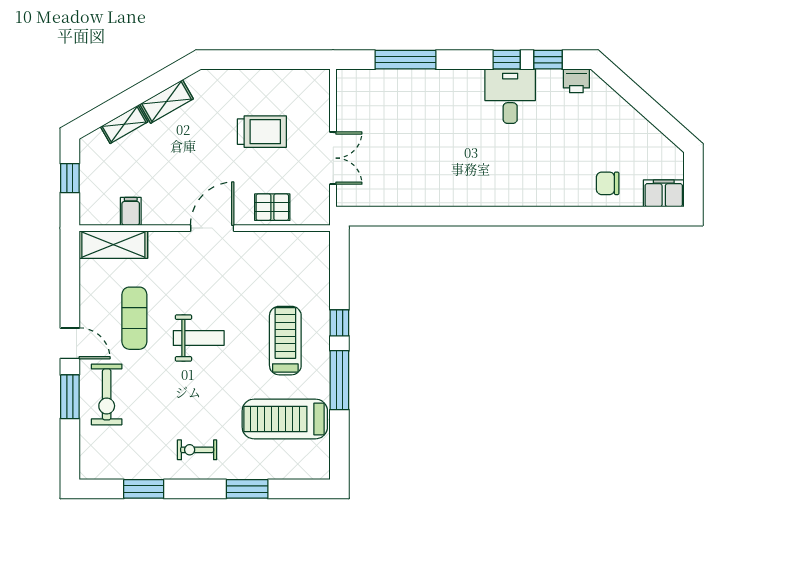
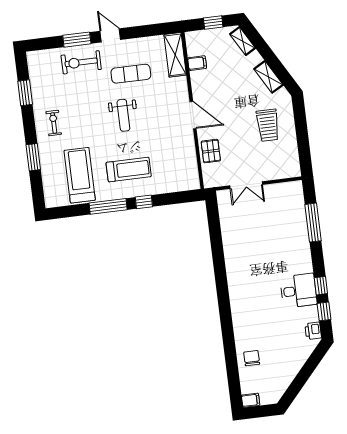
shelving: (124, 124) -> (243, 41), moved
trolley: (262, 132) -> (268, 125), moved
filing cabinet: (664, 193) -> (251, 400), width x0.50
door: (70, 343) -> (110, 35), swing flipped

